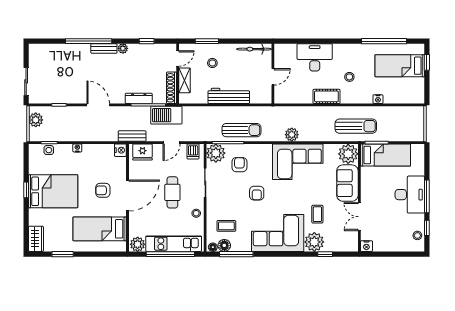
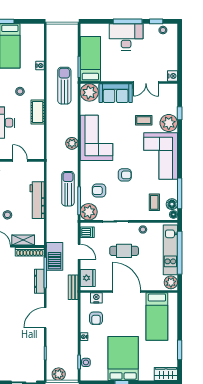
nightstand: (120, 150) -> (96, 298), moved
armchair: (103, 190) -> (96, 318), moved

